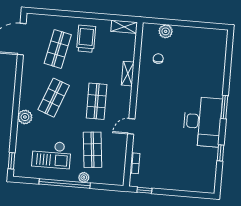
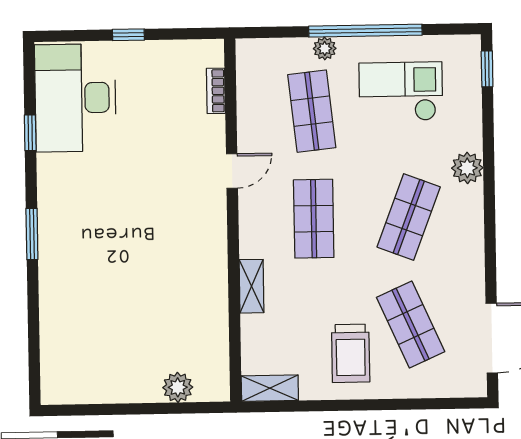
shop shelf: (58, 49) -> (411, 324), turned -36
chair: (158, 59) -> (188, 326), removed
desk: (202, 122) -> (75, 98), moved
window: (144, 190) -> (128, 35), moved

